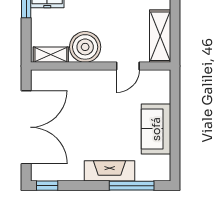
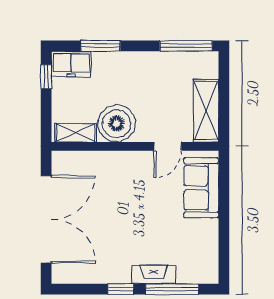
sofa: (156, 129) -> (201, 188), moved
fireplace: (110, 171) -> (154, 274), width x0.73, depth x0.76
window: (47, 186) -> (121, 289), moved

